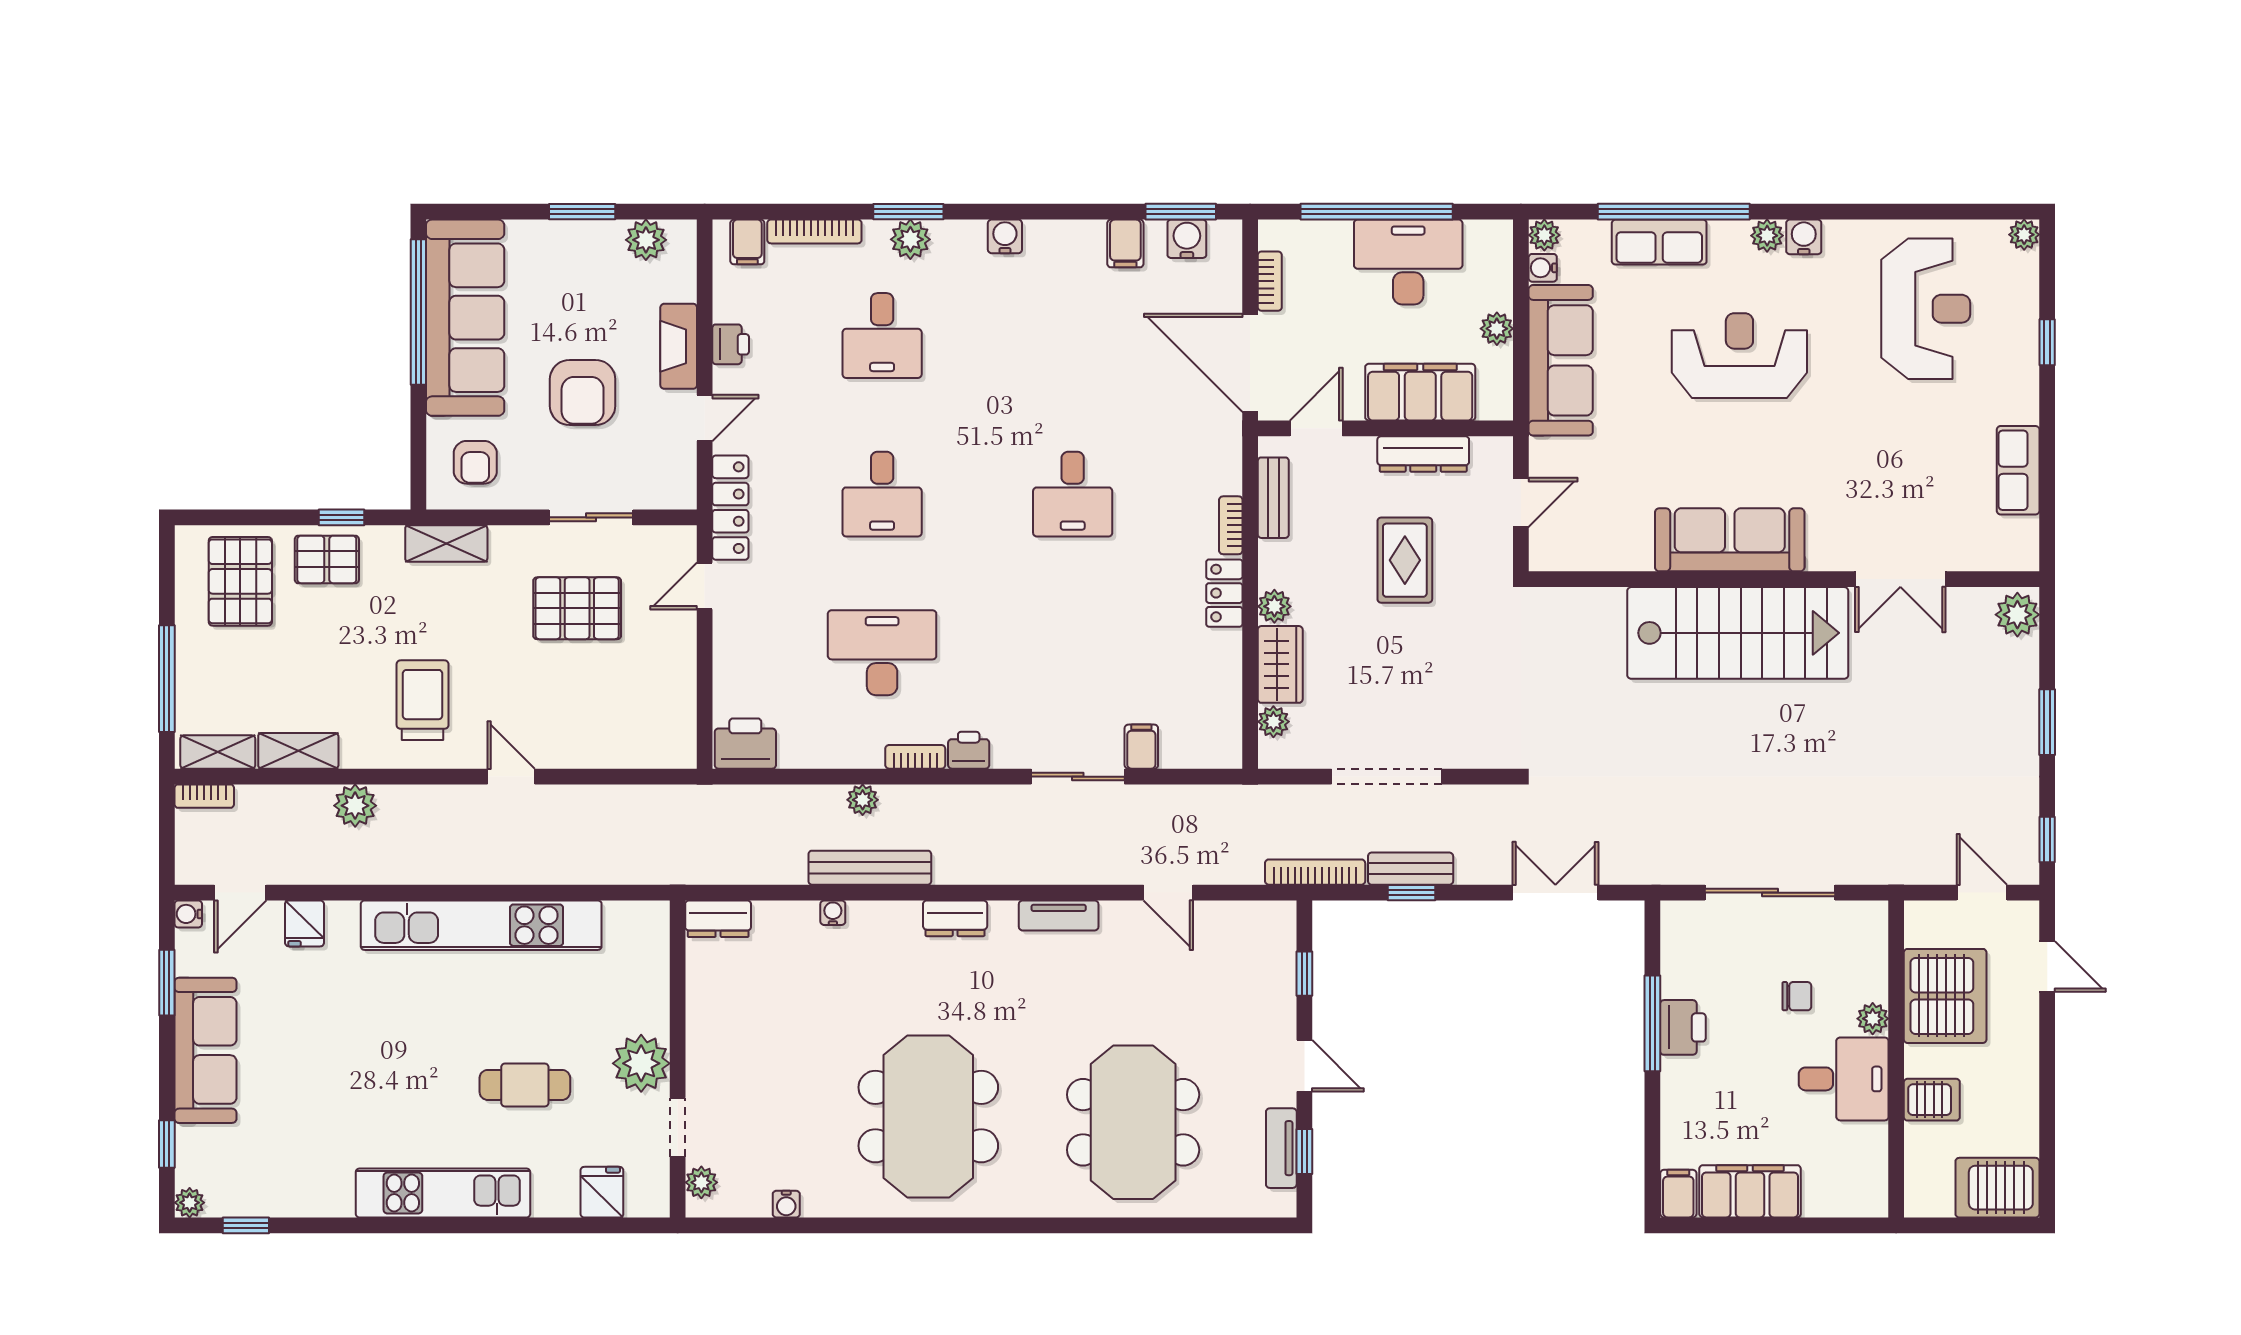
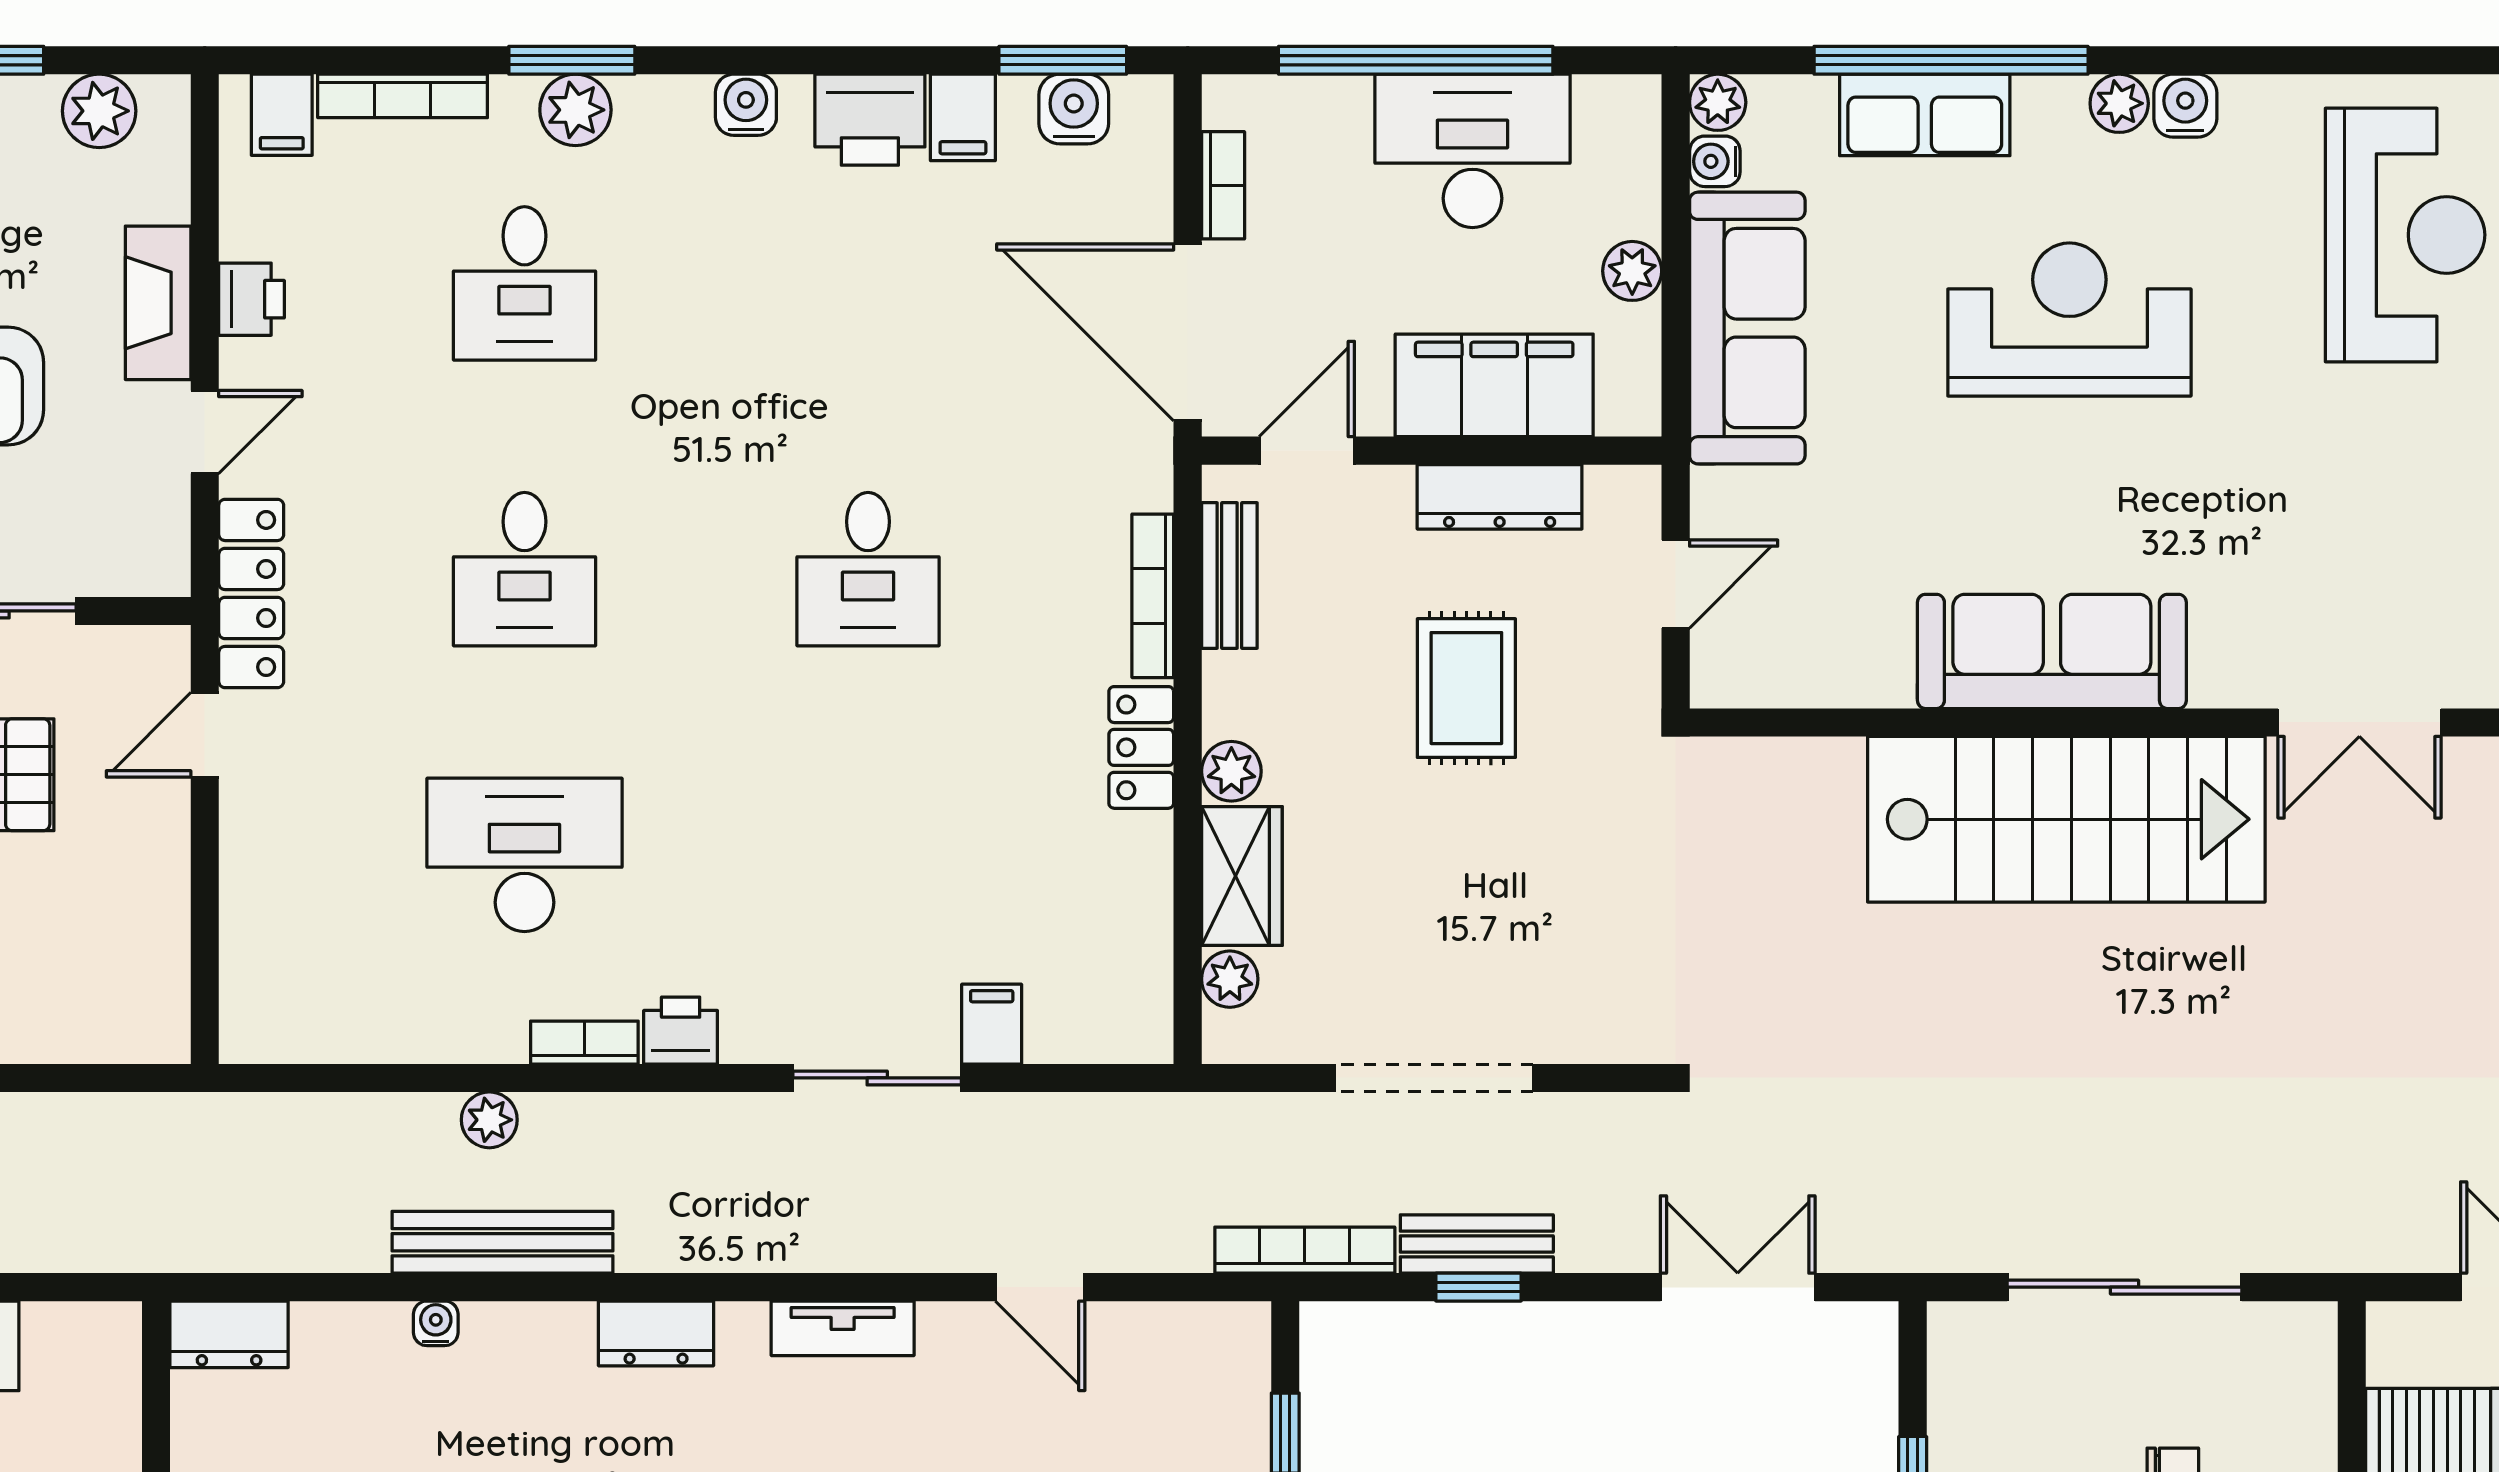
bookcase: (1231, 525) -> (1153, 596), width x1.56
printer: (745, 744) -> (870, 120), moved, turned 180

